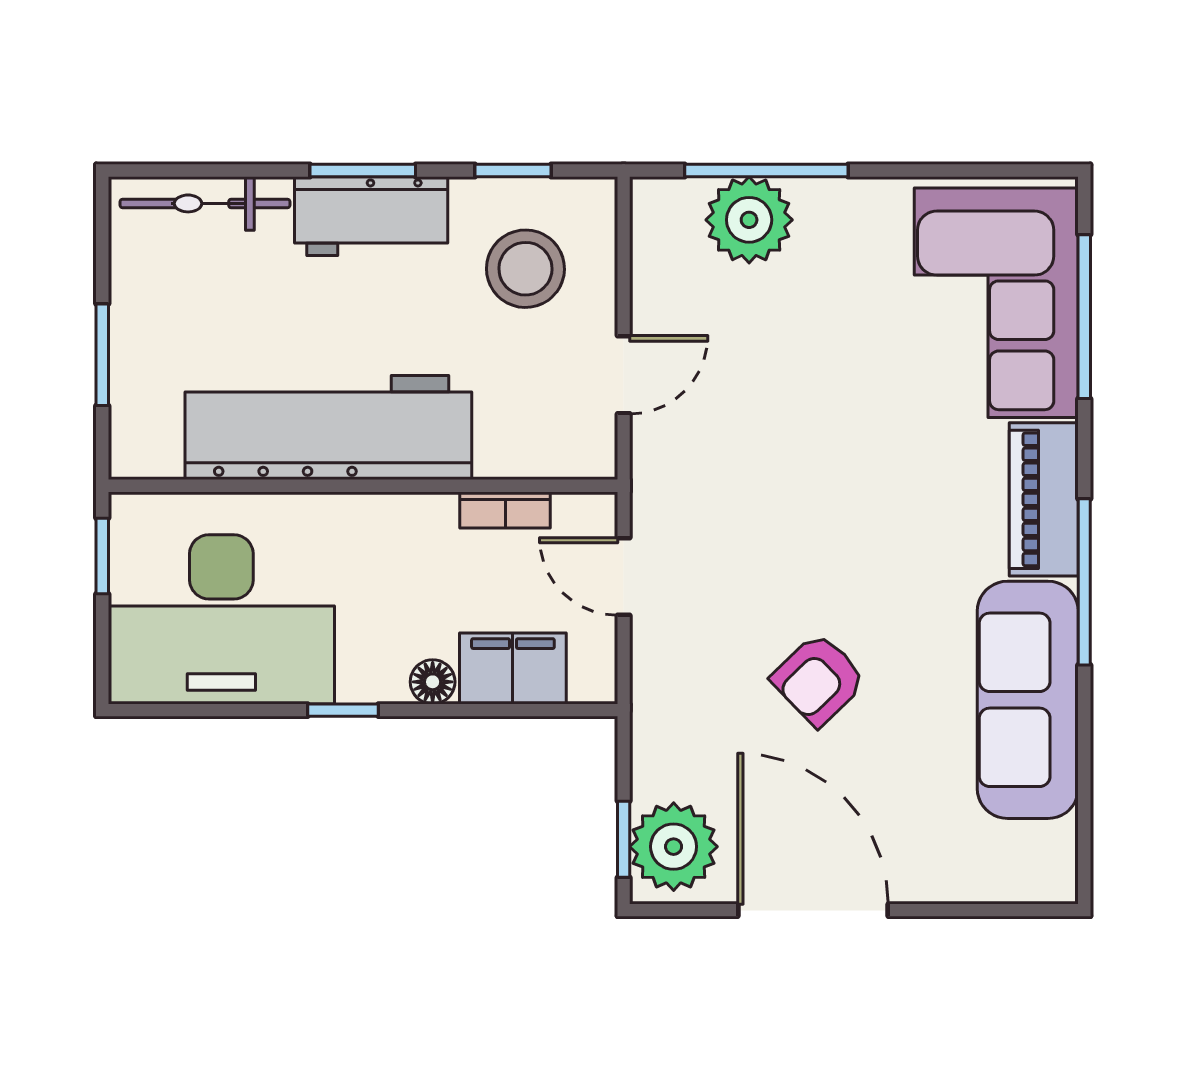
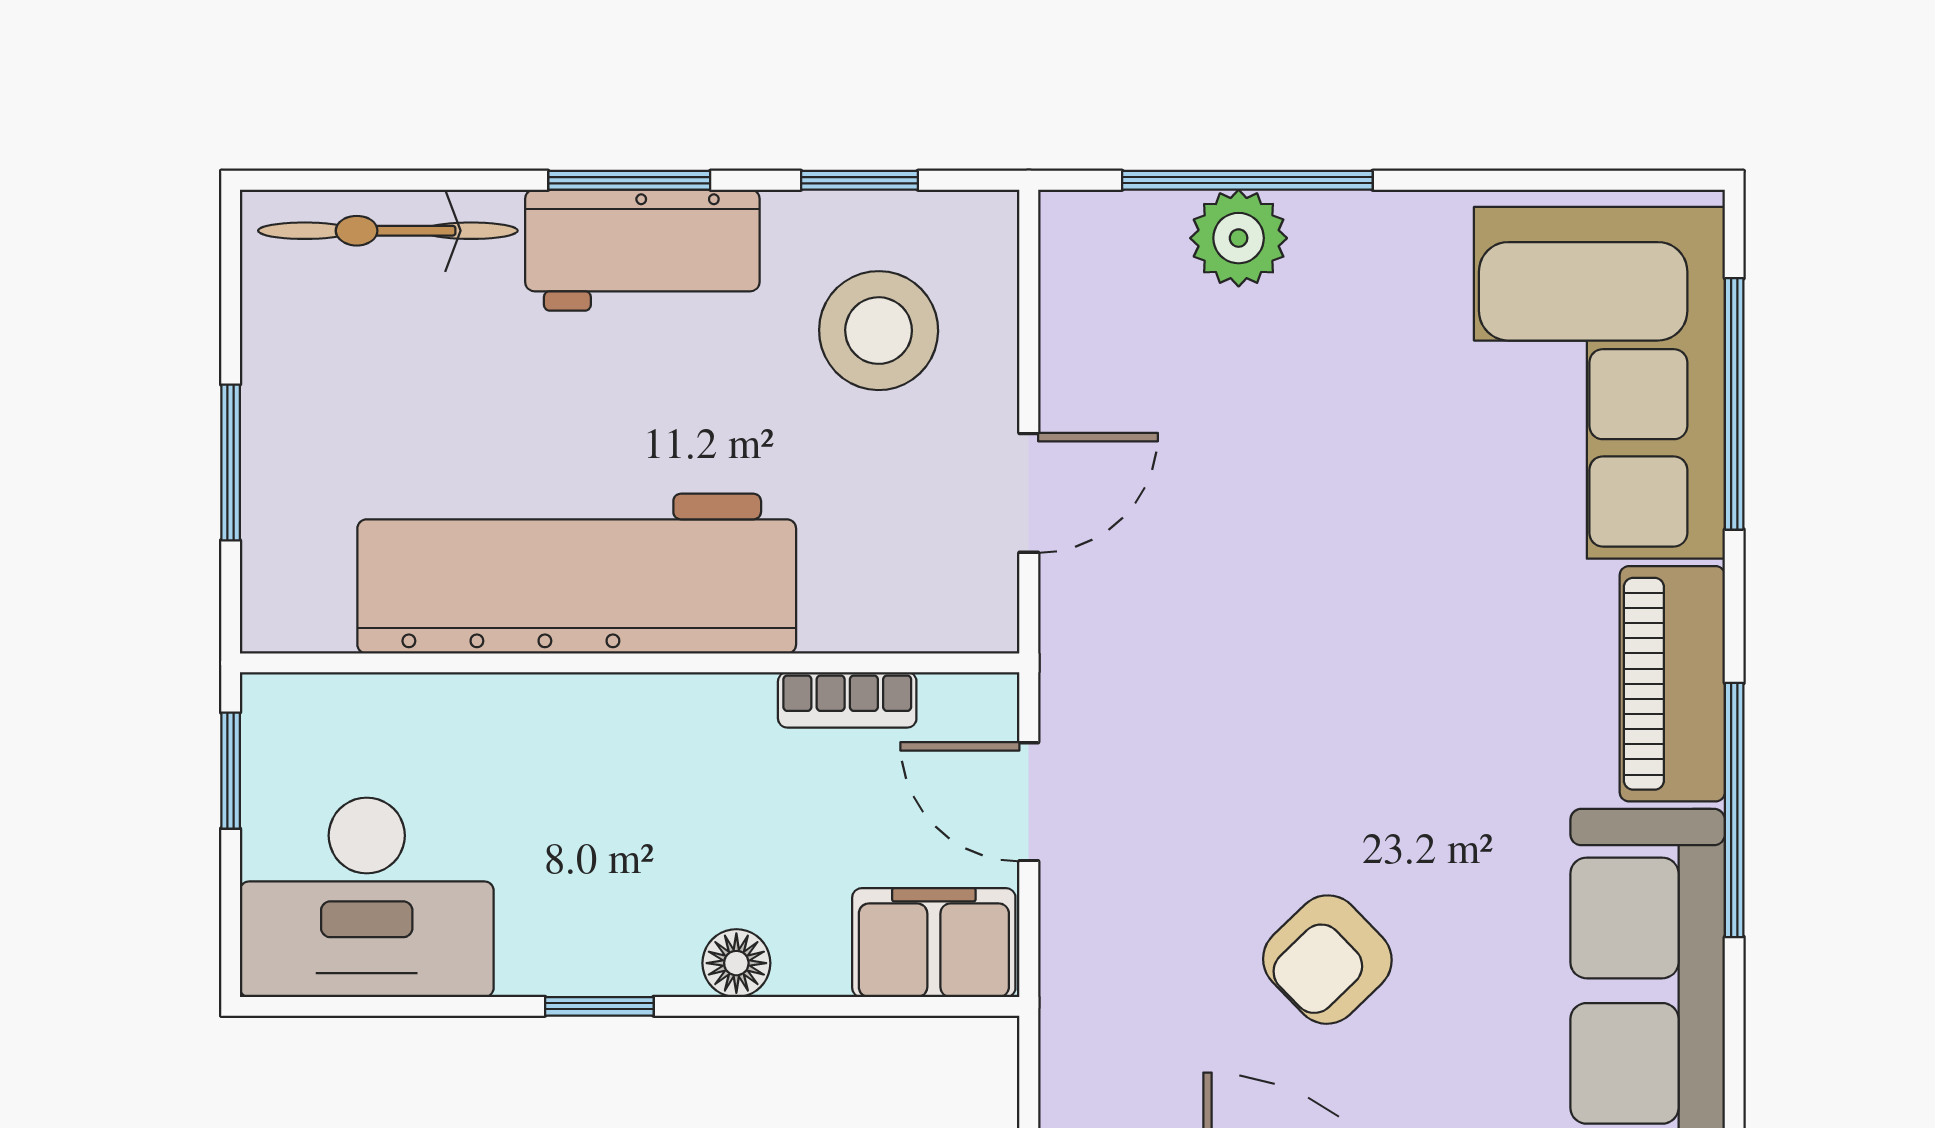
plant: (749, 220) -> (1239, 238), width x0.73, depth x0.73
desk: (221, 619) -> (367, 897), width x0.73, depth x0.77
filing cabinet: (513, 668) -> (934, 943), moved

